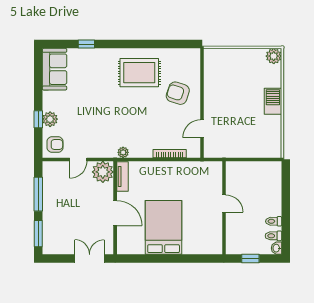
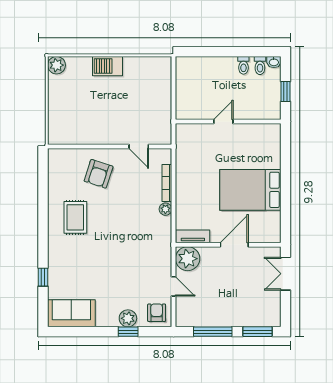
rug: (139, 73) -> (75, 217), width x0.73, depth x0.70
plant: (123, 152) -> (165, 209), moved

